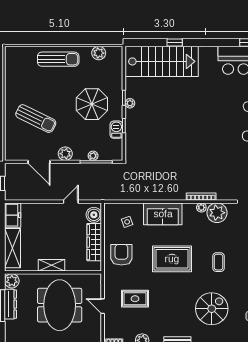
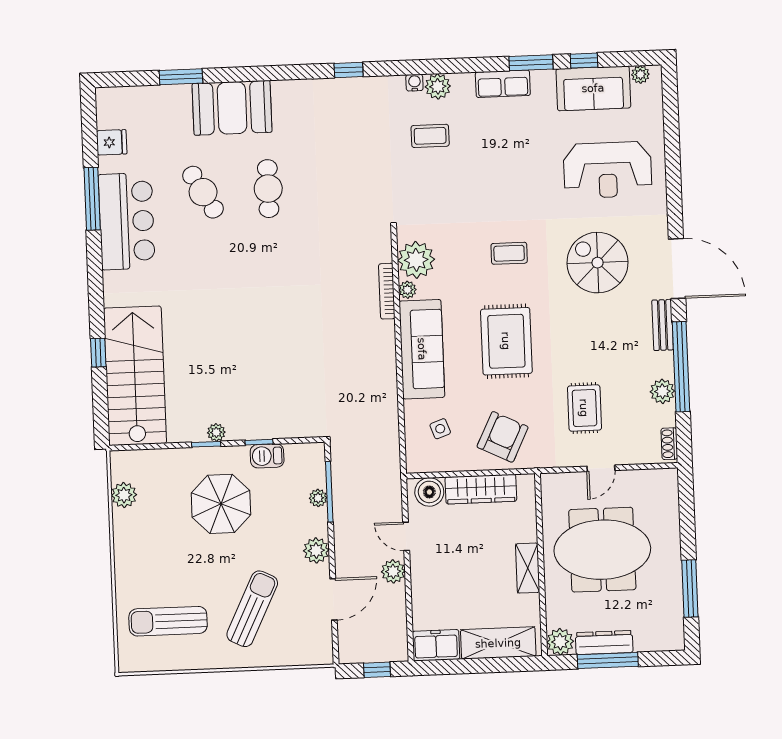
sun lounger: (58, 59) -> (168, 621), moved, turned -90
plant: (53, 194) -> (393, 571), added
sofa: (163, 214) -> (422, 349), width x1.36
armchair: (121, 255) -> (503, 437), turned 116

